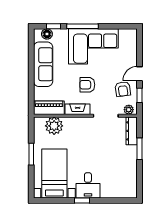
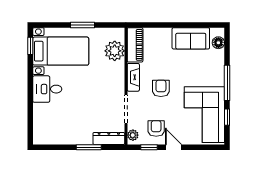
window: (53, 26) -> (227, 117), moved
corner sofa: (93, 46) -> (204, 115), moved
sofa: (43, 64) -> (191, 38), width x0.73
armchair: (123, 89) -> (156, 128), turned 98
window: (82, 201) -> (30, 46), moved

